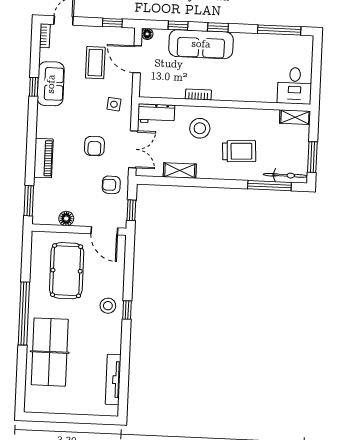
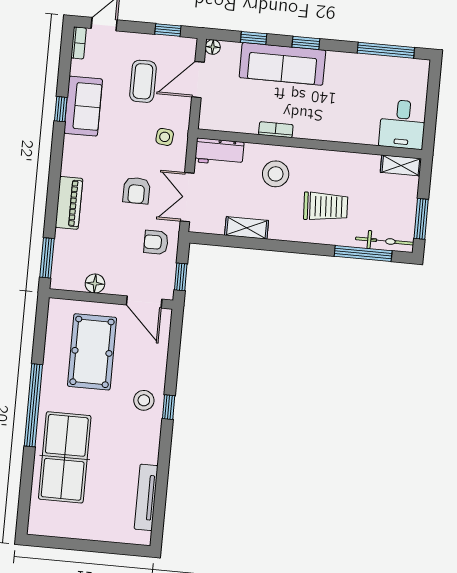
door: (137, 59) -> (198, 80), hinge flipped
double door: (133, 149) -> (187, 197), swing flipped

